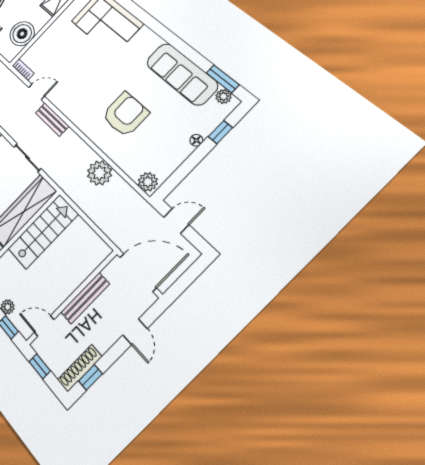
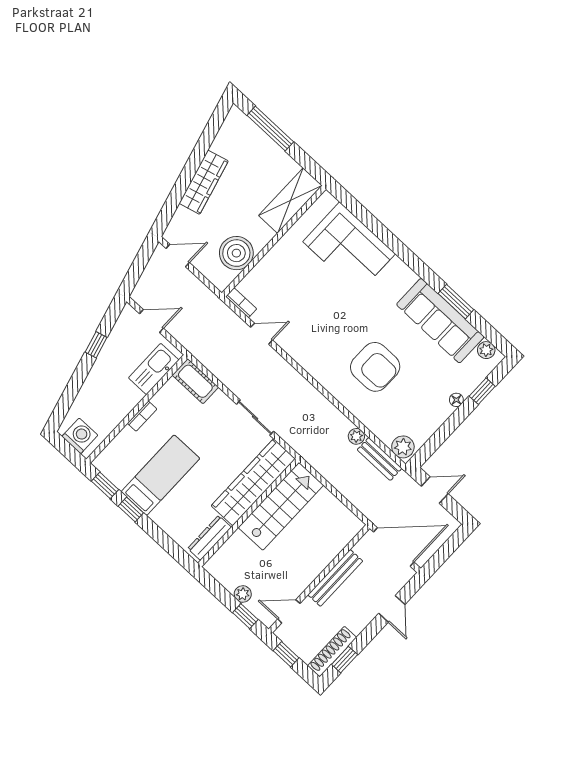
window: (223, 79) -> (456, 302), moved
armchair: (125, 114) -> (375, 367), turned 90
bench: (52, 119) -> (380, 459), moved
plant: (99, 173) -> (356, 436), width x0.53, depth x0.53

